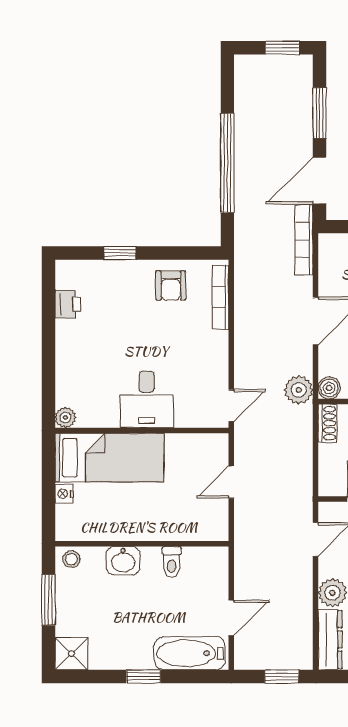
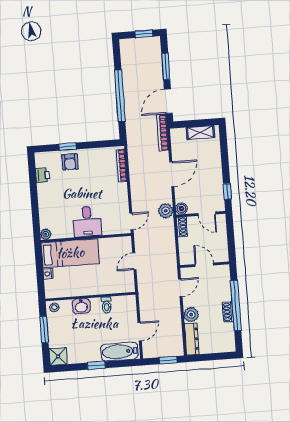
armchair: (171, 285) -> (70, 162), moved

